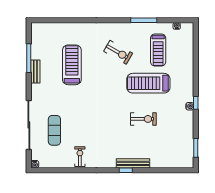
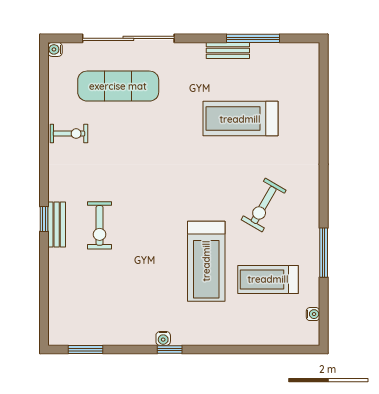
treadmill: (72, 65) -> (240, 119), turned 180
treadmill: (148, 83) -> (206, 261), turned 180
exercise bike: (143, 119) -> (100, 225), moved
exercise mat: (54, 130) -> (118, 86), width x1.36, depth x1.45
bench: (133, 163) -> (57, 224), width x0.73

